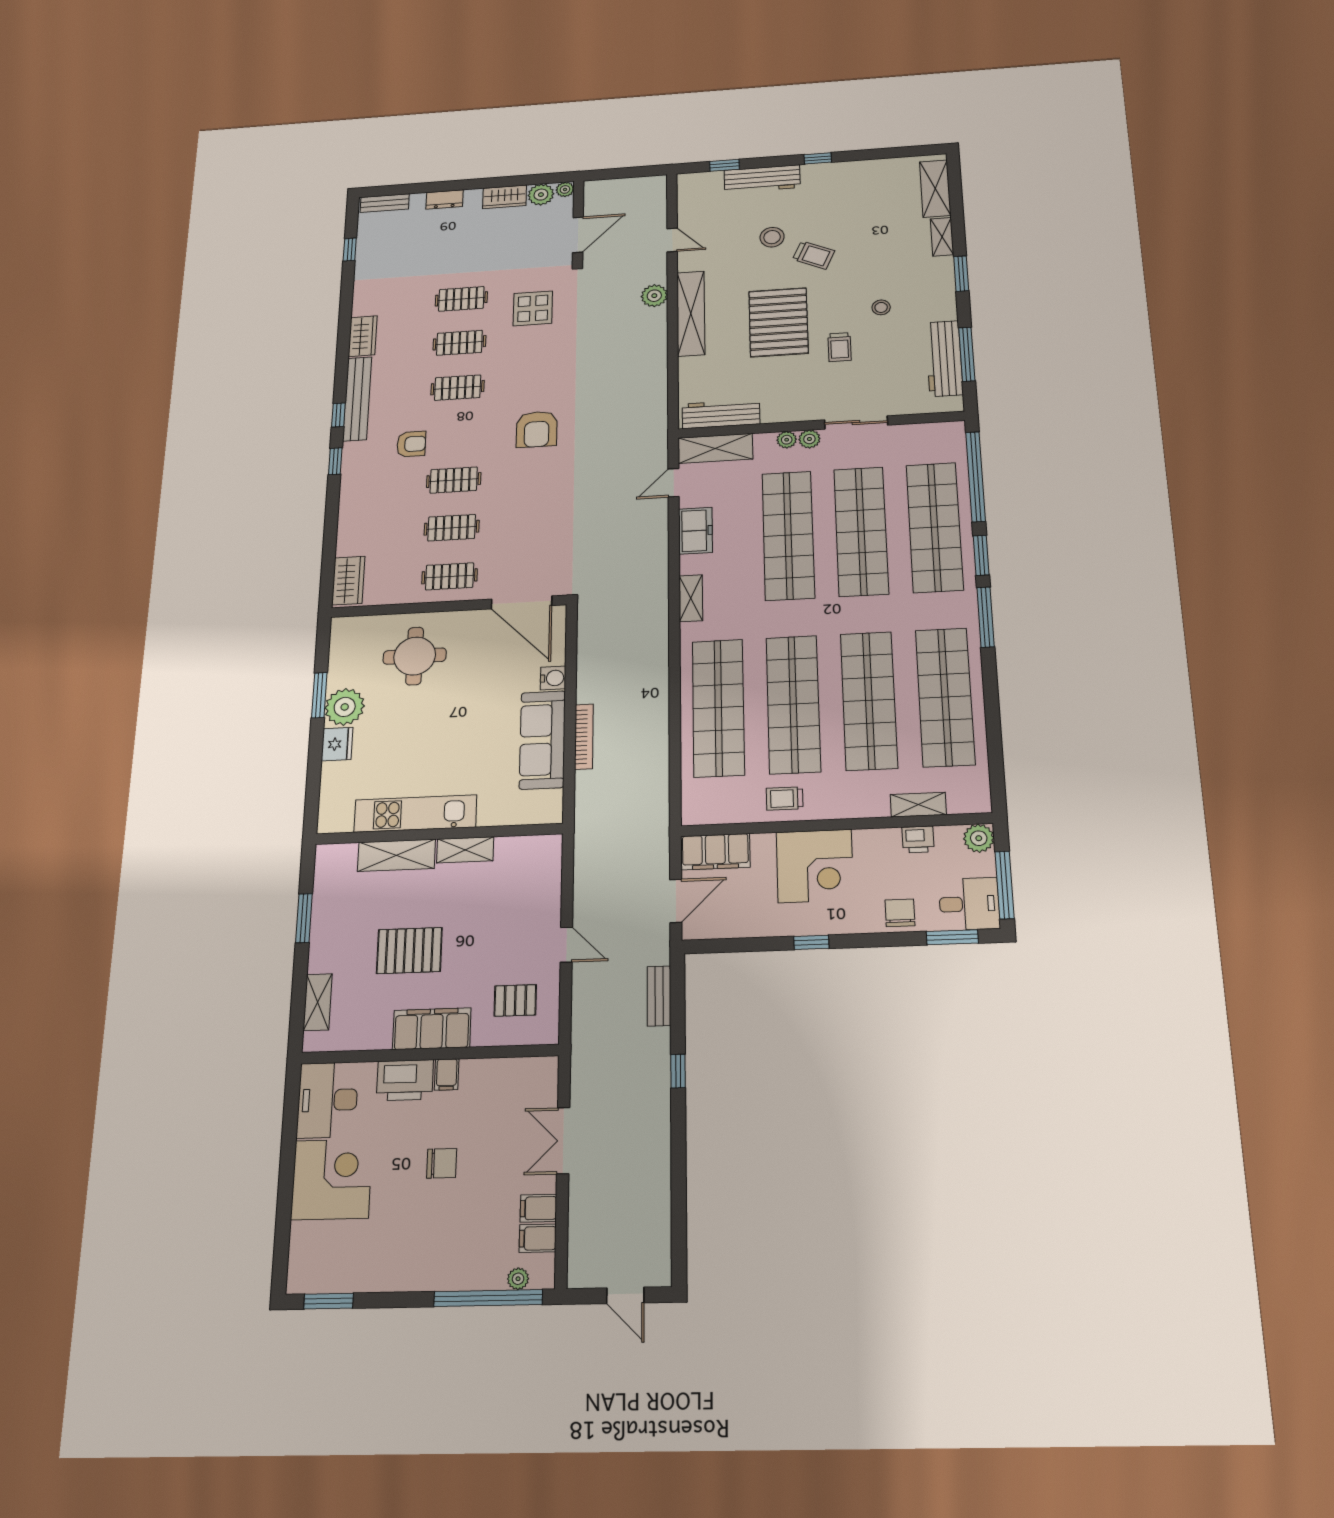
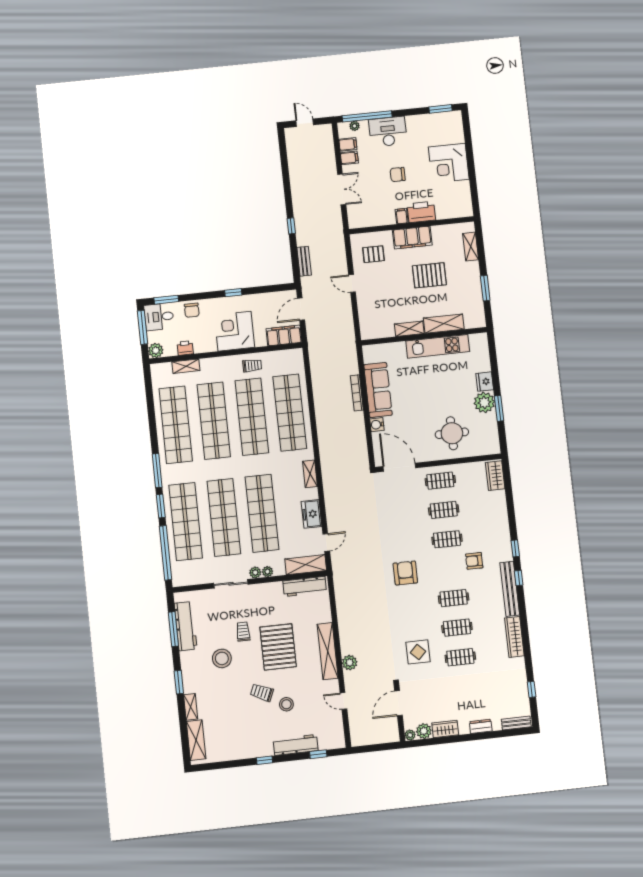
stool: (881, 307) -> (222, 658), width x1.89, depth x1.89
wardrobe: (363, 336) -> (514, 637), width x1.50
desk: (327, 1100) -> (388, 132), moved, turned -90

